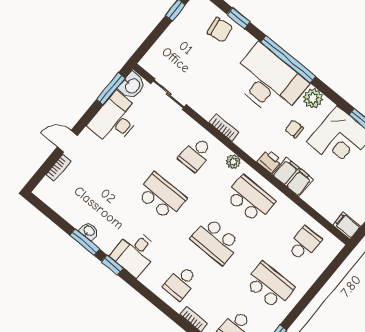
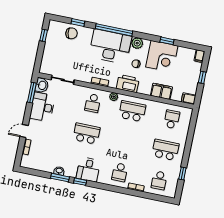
printer: (269, 161) -> (128, 84), width x1.87, depth x1.48
filing cabinet: (293, 177) -> (161, 91), moved
school desk: (215, 241) -> (126, 142), removed

